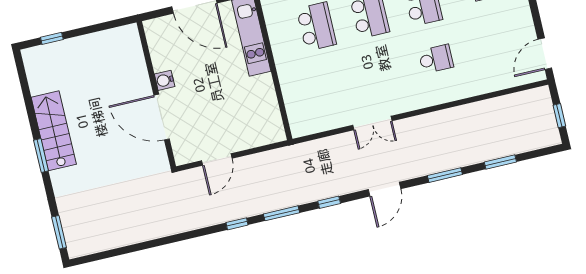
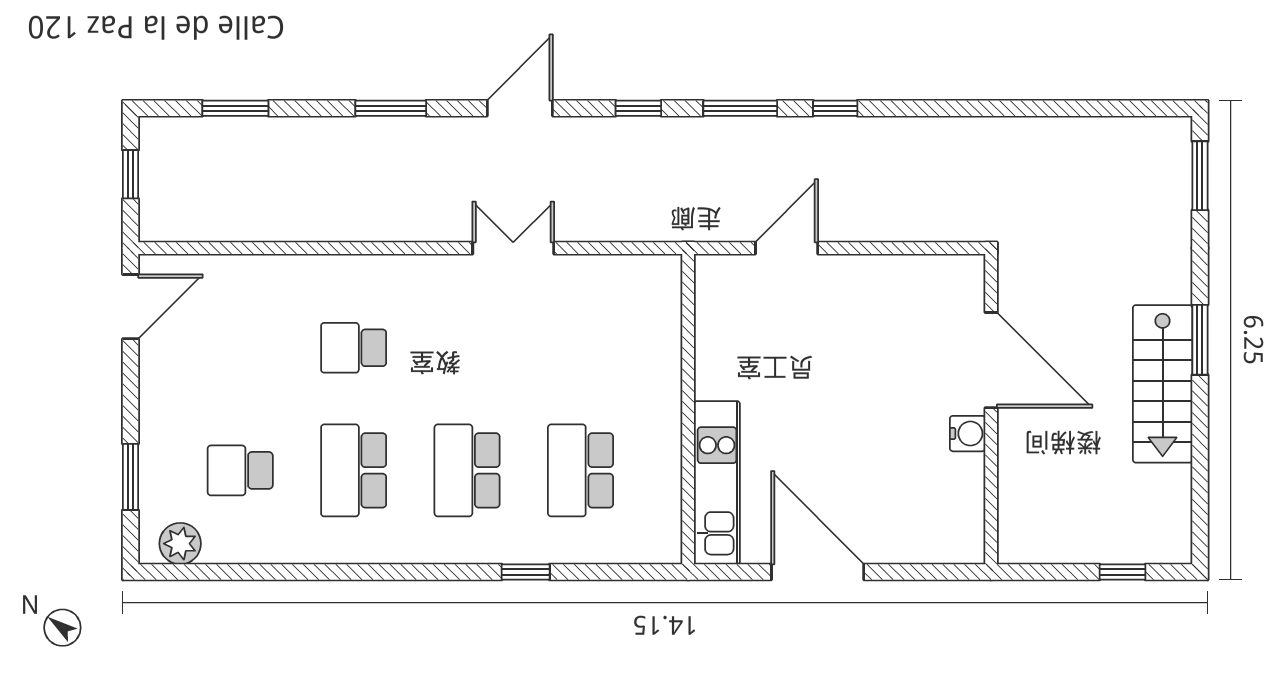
water cooler: (165, 80) -> (968, 434), moved
wall: (156, 94) -> (991, 409), moved
door: (162, 117) -> (991, 360), moved
door: (217, 160) -> (787, 248), moved
window: (500, 162) -> (235, 108), moved

